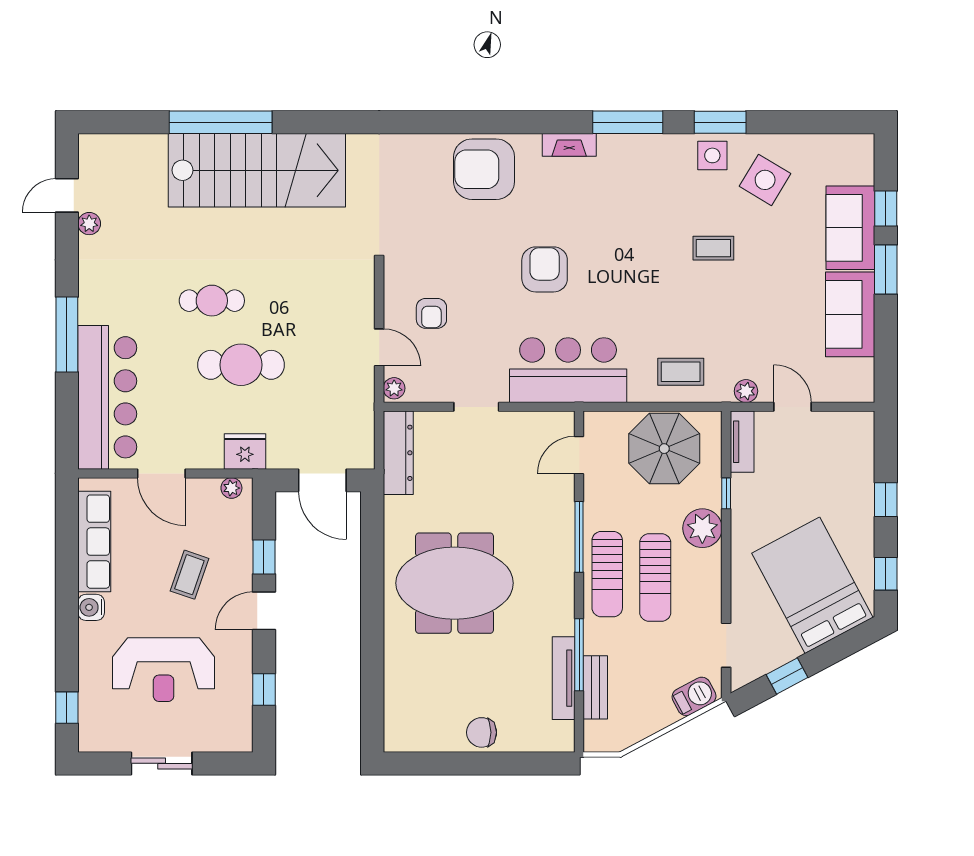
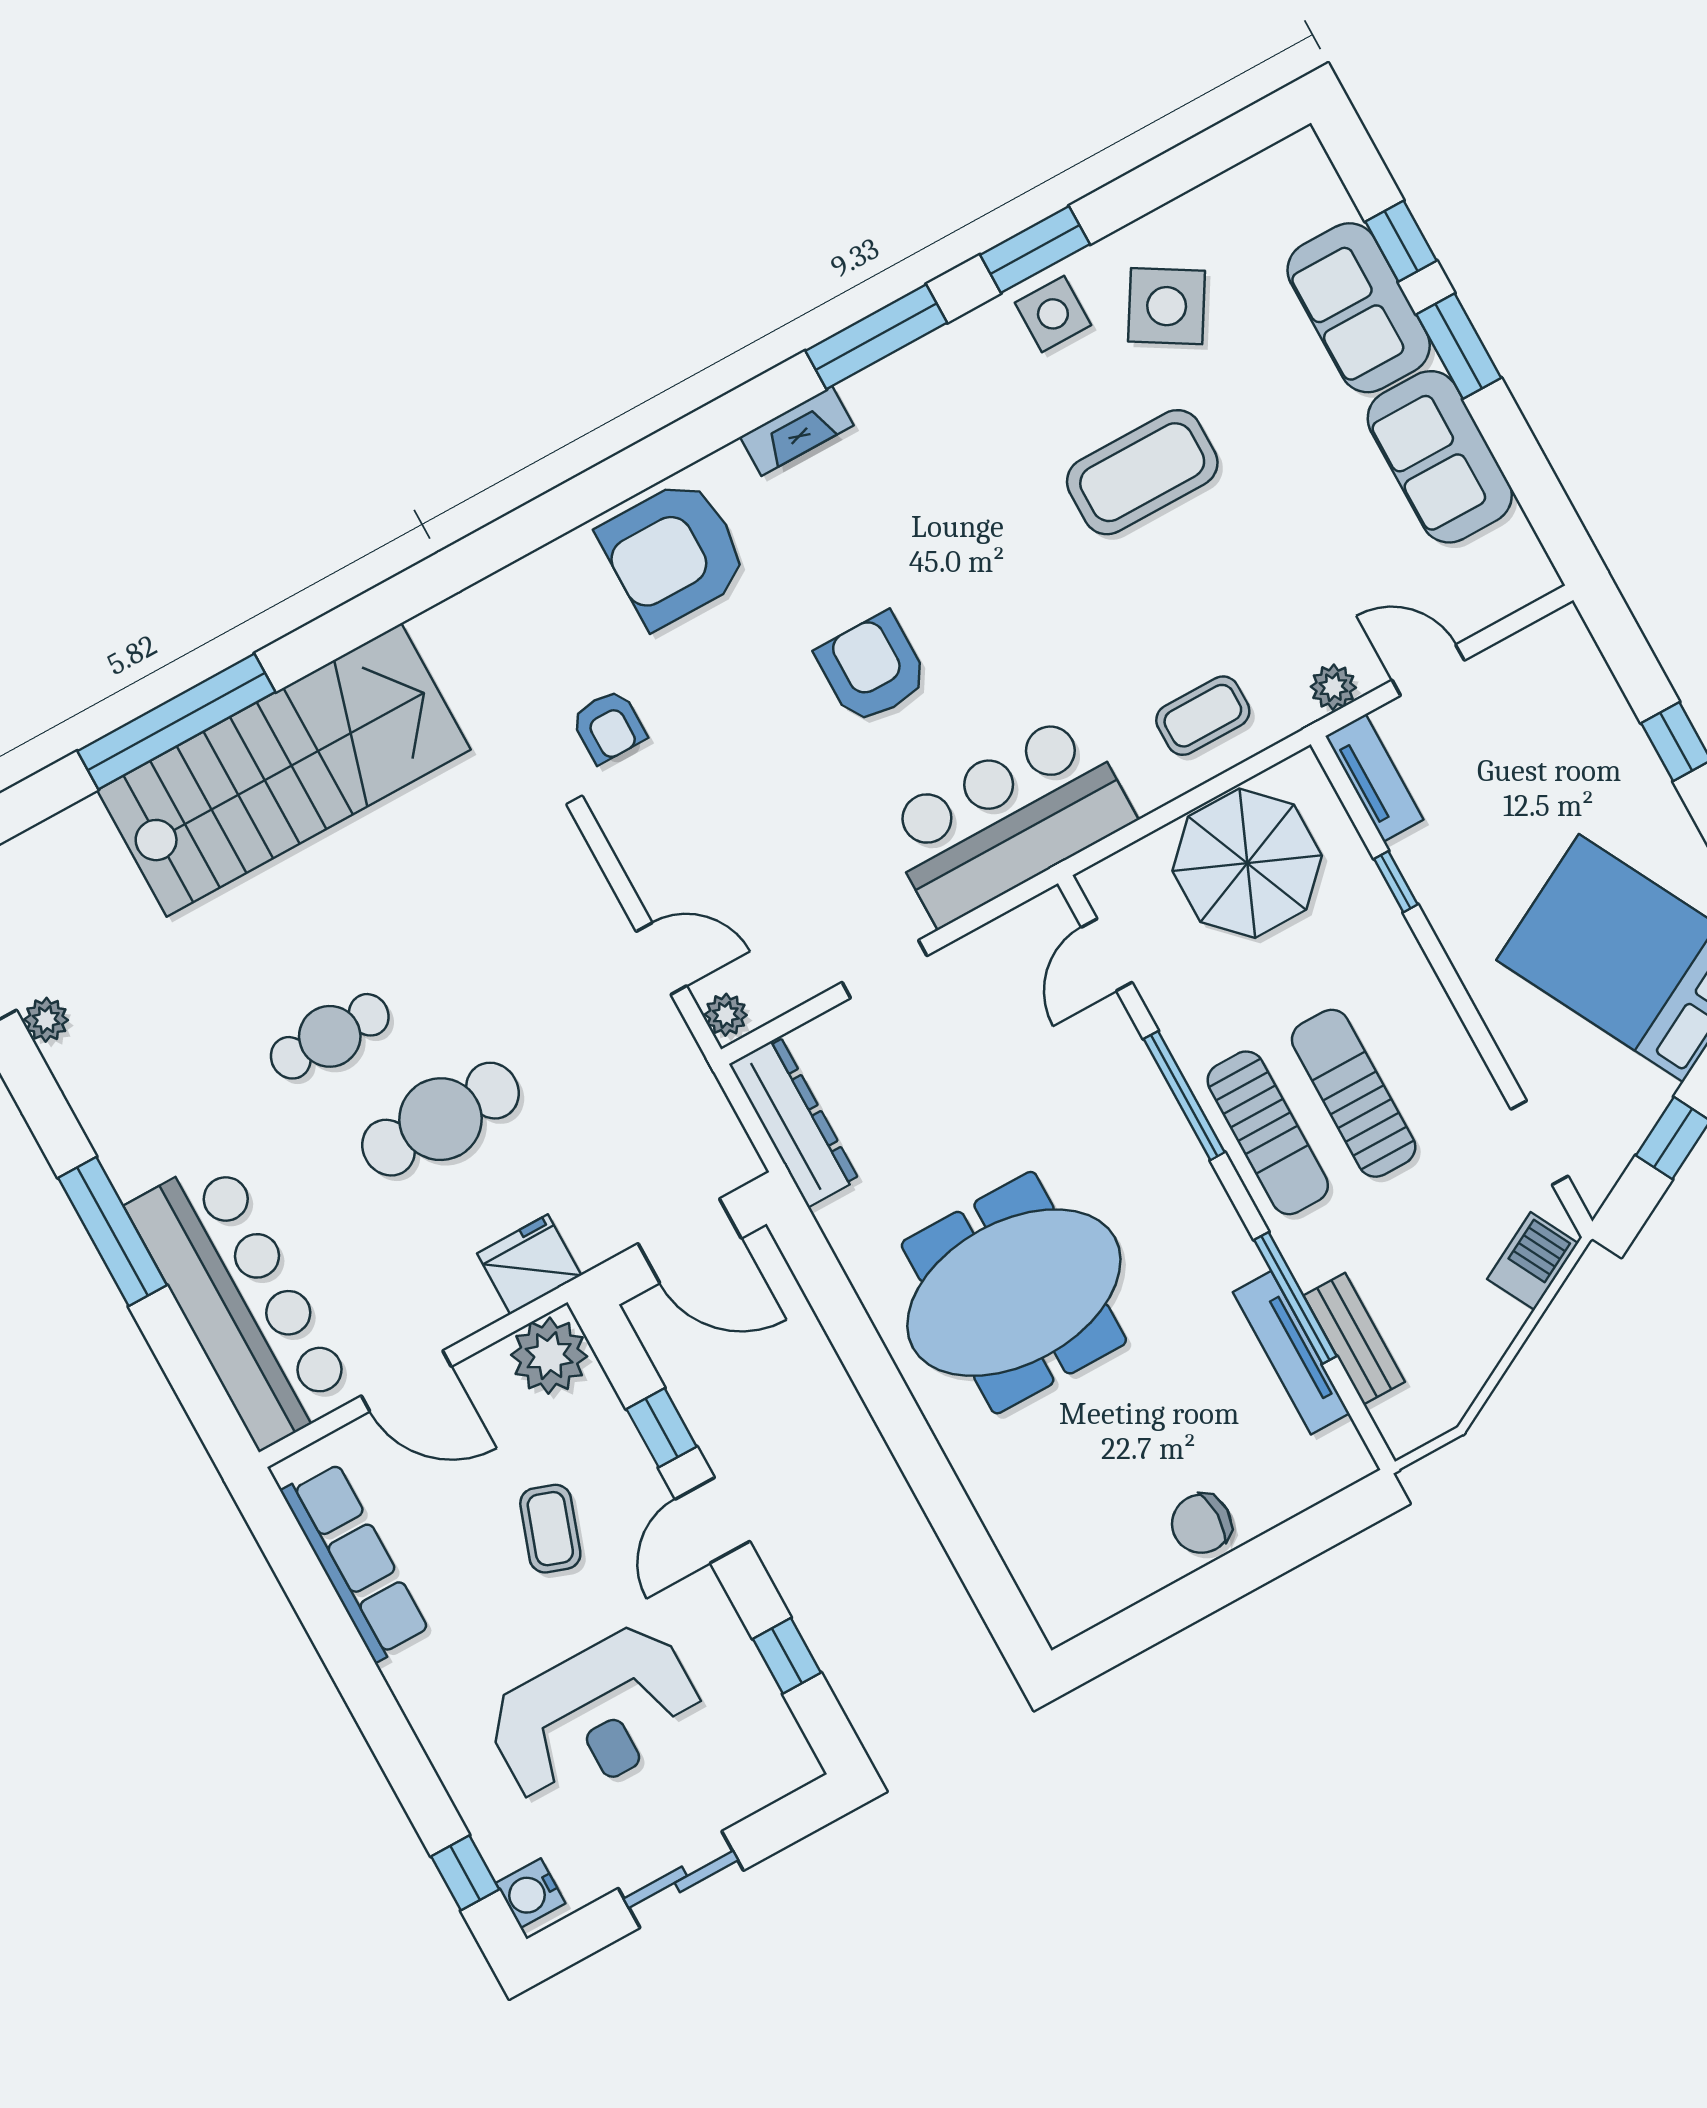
coffee table: (713, 248) -> (1142, 472), width x1.86, depth x1.72
armchair: (431, 313) -> (609, 726), moved
plant: (231, 488) -> (549, 1356), width x1.88, depth x1.88
plant: (702, 528) -> (1388, 964), removed
sun lounger: (655, 578) -> (1354, 1093), turned 180
water cooler: (91, 607) -> (531, 1893), moved

